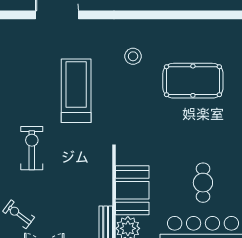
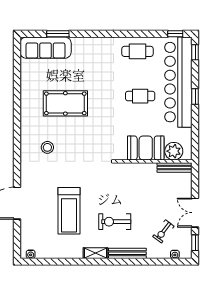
pool table: (193, 81) -> (65, 103), turned 90
treadmill: (76, 91) -> (69, 211), moved, turned -90

